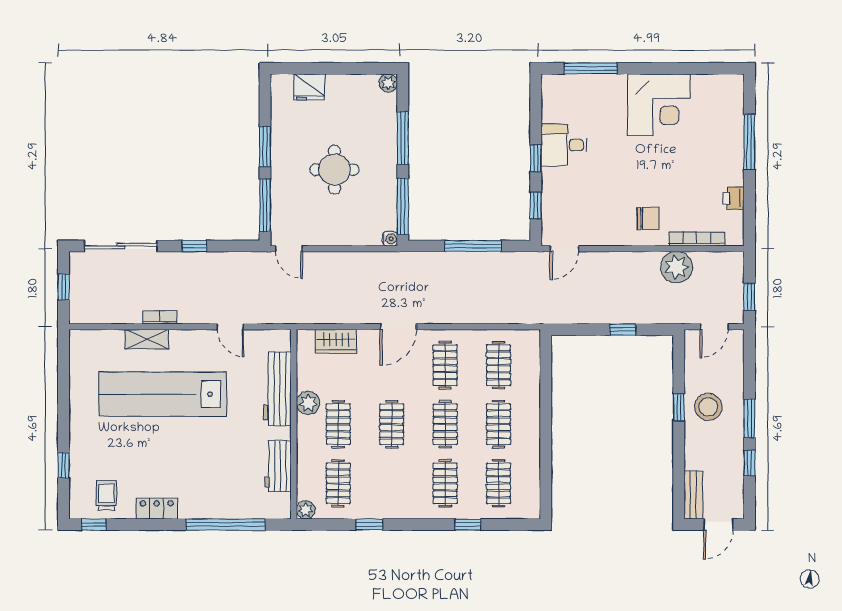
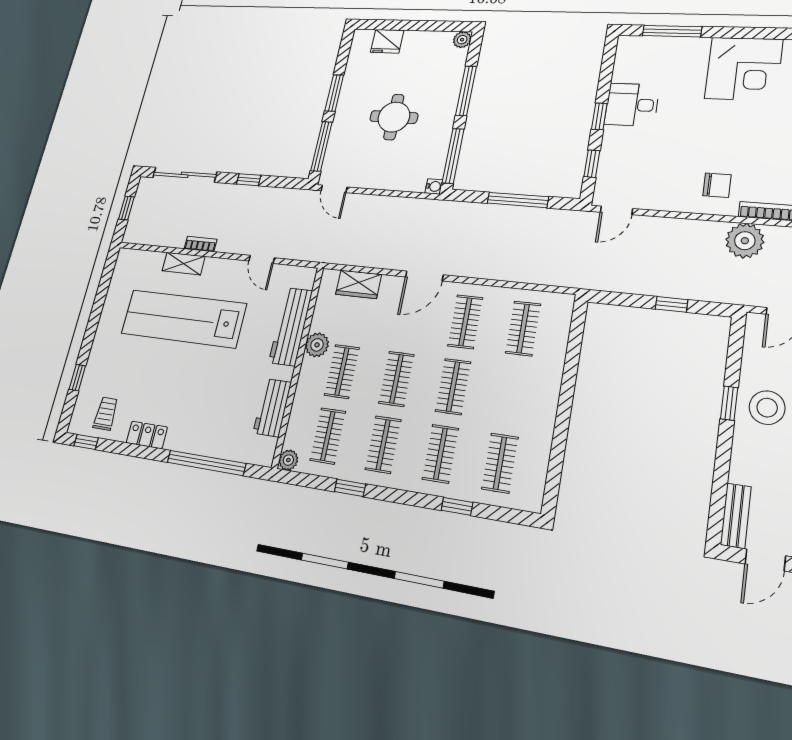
clothes rail: (499, 424) -> (383, 445), moved

